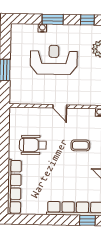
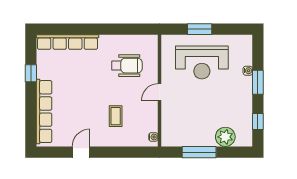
reception desk: (54, 60) -> (202, 63), moved, turned 90
wheelchair: (33, 145) -> (127, 66), moved, turned 90
window: (87, 220) -> (31, 73), moved

